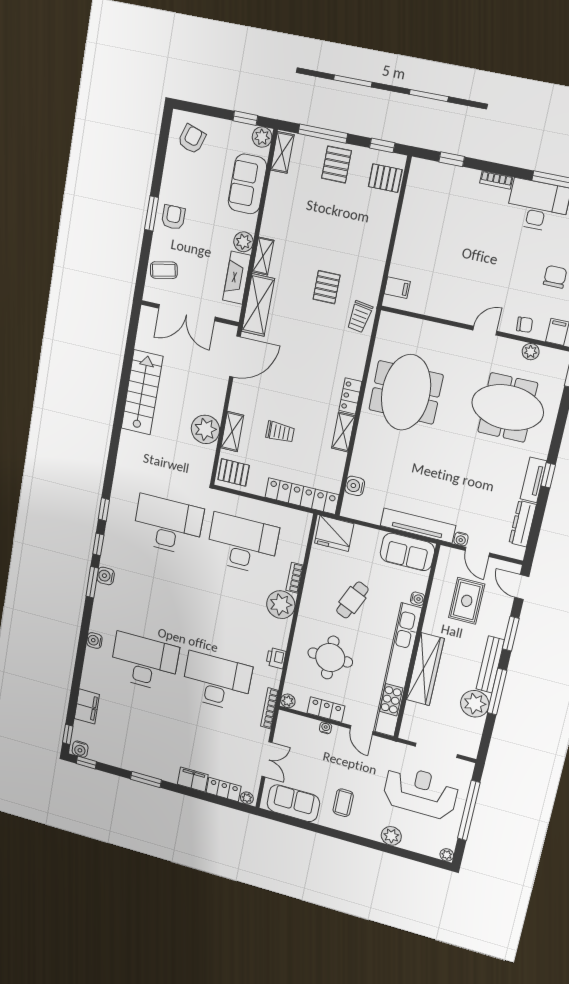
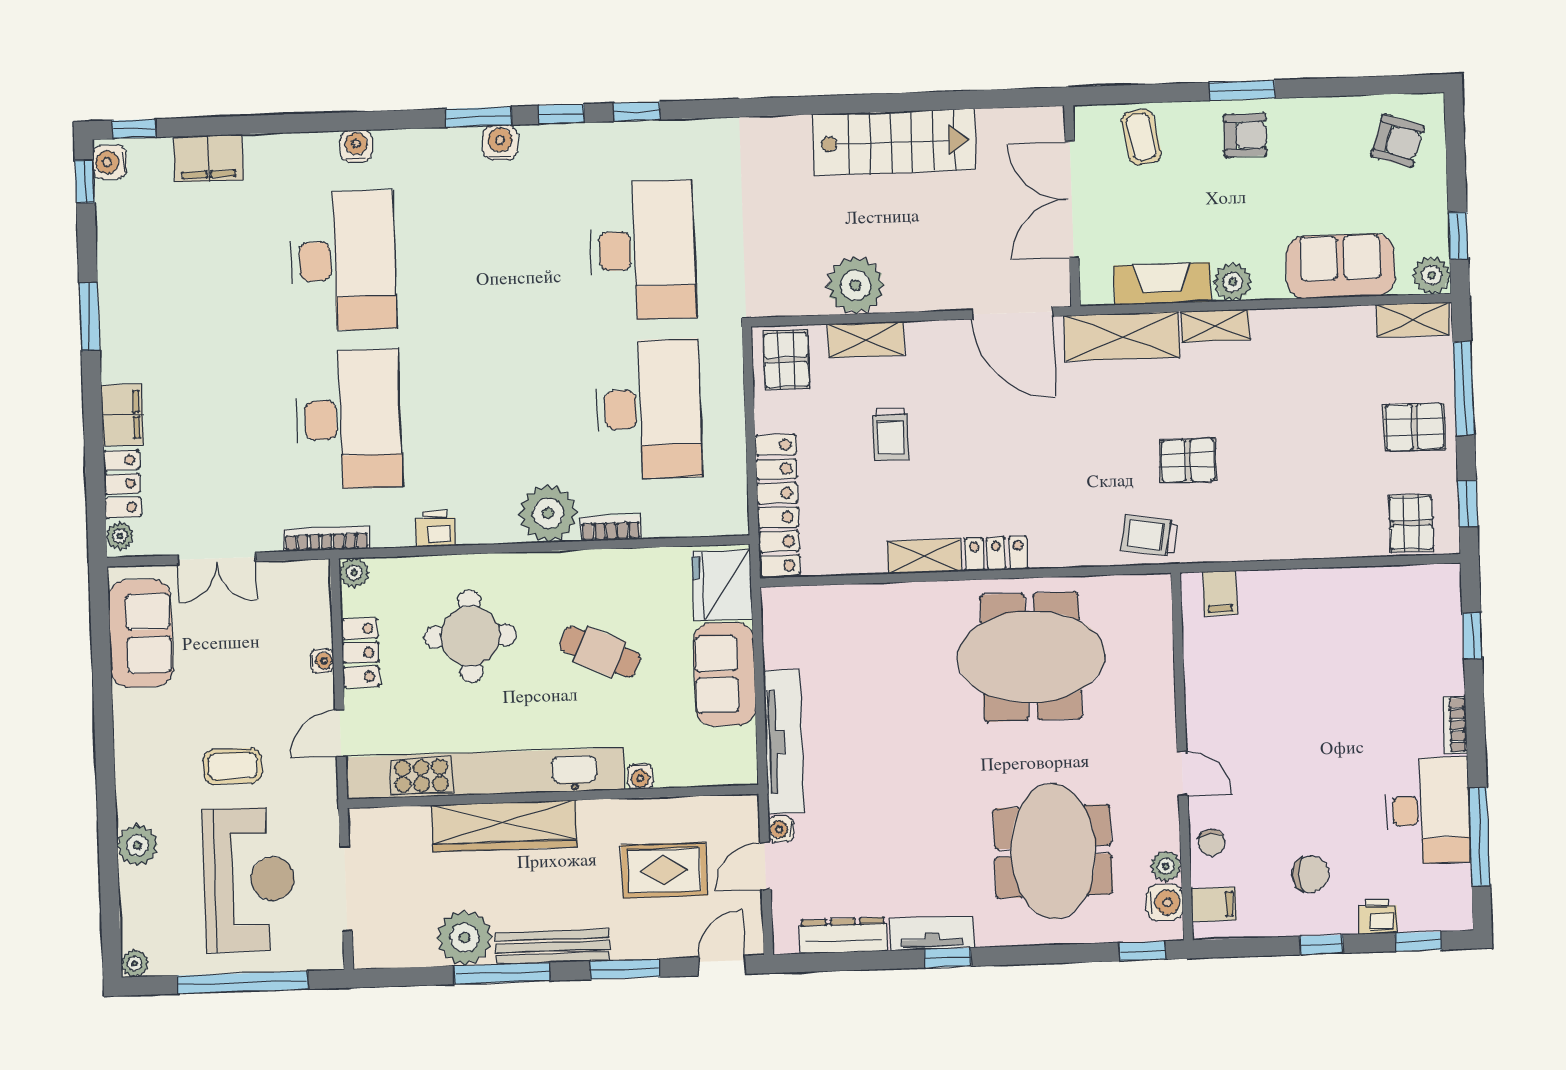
water cooler: (355, 486) -> (1165, 903), moved, turned 90
sofa: (407, 552) -> (725, 674), moved
coffee table: (343, 803) -> (233, 766), moved

